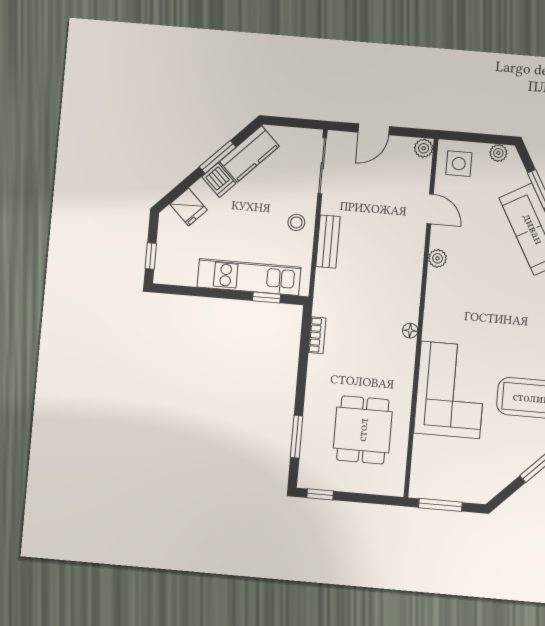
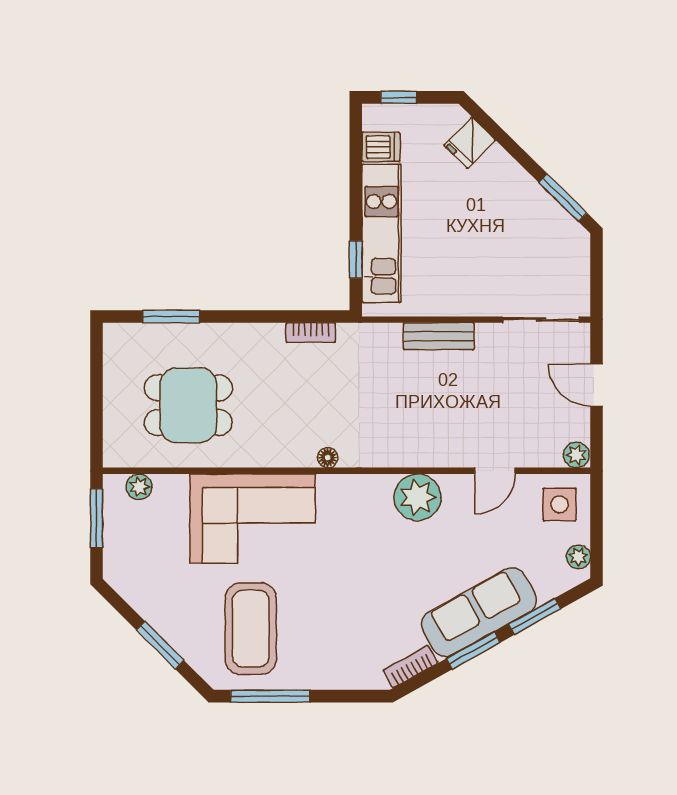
kitchen counter: (249, 154) -> (549, 219), removed
window: (218, 157) -> (563, 198), moved
dishwasher: (219, 180) -> (381, 147), moved, turned -135
stool: (296, 222) -> (461, 291), removed
plant: (438, 258) -> (418, 497), width x1.87, depth x1.87
plant: (420, 471) -> (139, 487), added
window: (320, 494) -> (97, 355), removed

